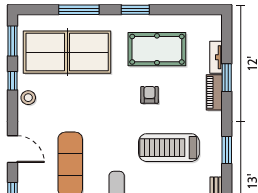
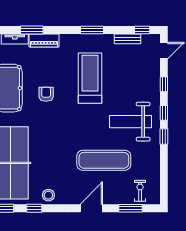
armchair: (150, 95) -> (46, 94), turned 90
treadmill: (169, 148) -> (90, 78), turned 180

